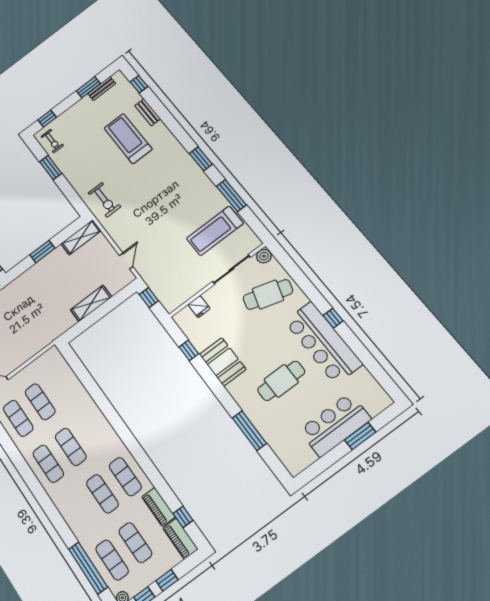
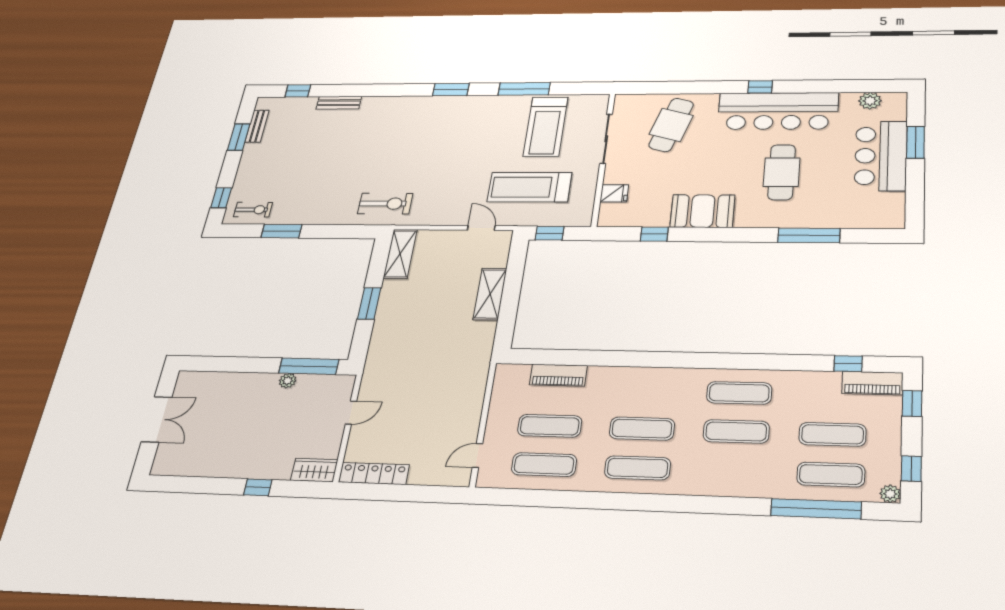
treadmill: (128, 139) -> (529, 187), moved
plant: (264, 256) -> (870, 101), moved
piano: (159, 507) -> (558, 375), moved
window: (167, 580) -> (912, 403), moved

